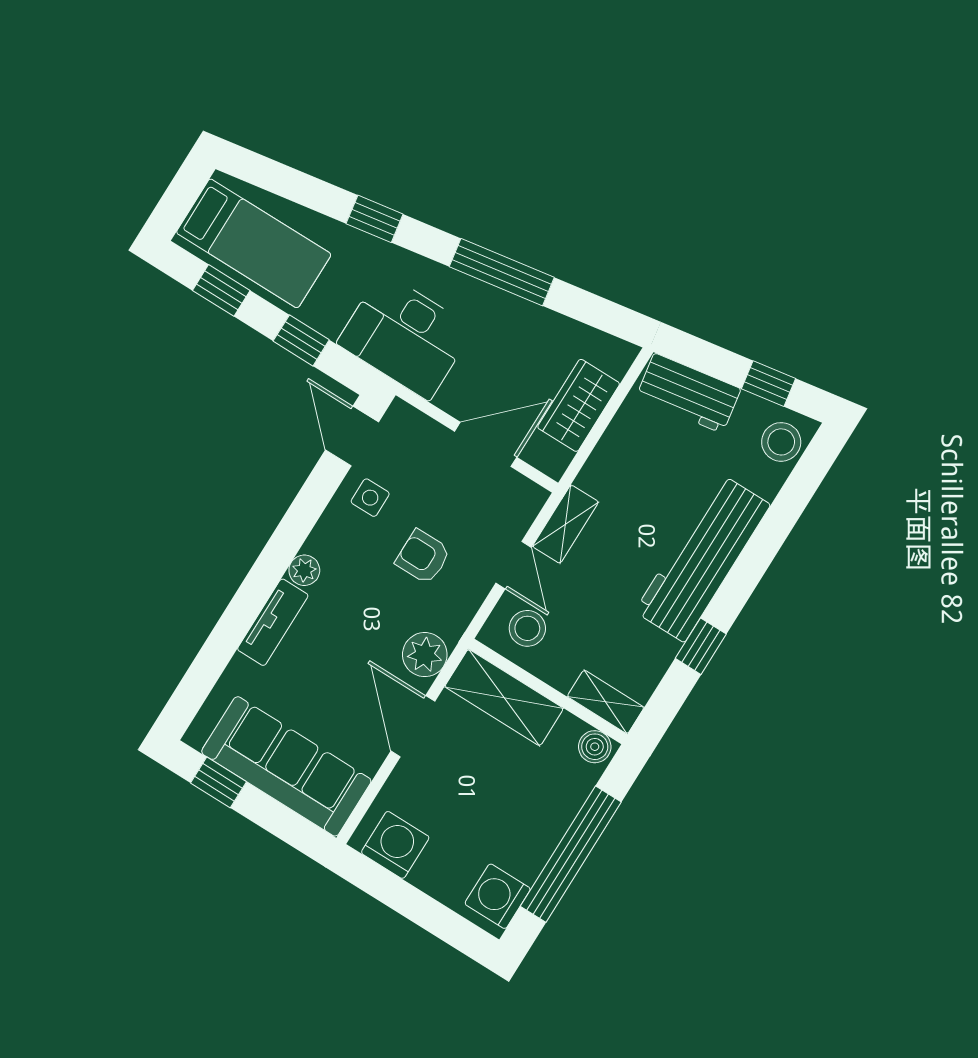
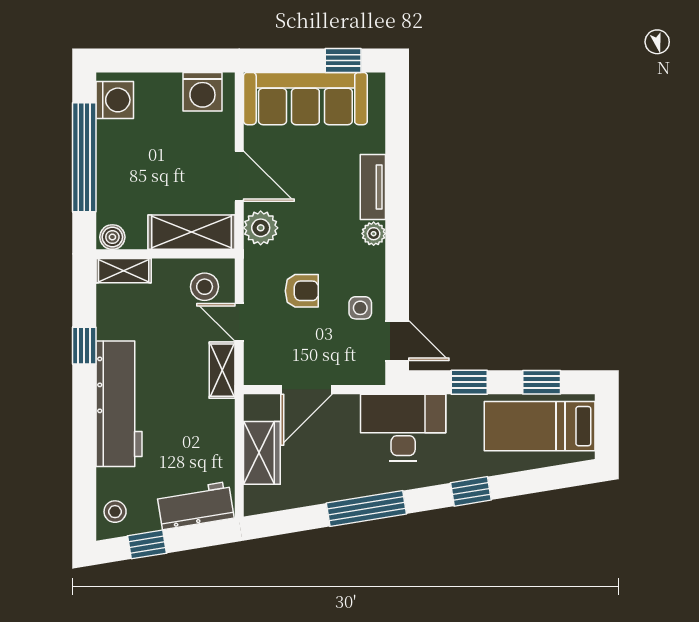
stool: (781, 442) -> (115, 512), width x0.73, depth x0.73

